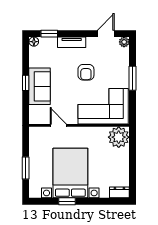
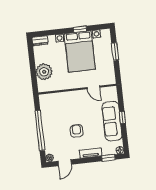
window: (133, 78) -> (40, 130), width x2.11
sofa: (40, 86) -> (112, 121), width x1.36
corner sofa: (103, 106) -> (60, 106), removed
plant: (119, 137) -> (44, 72), moved

